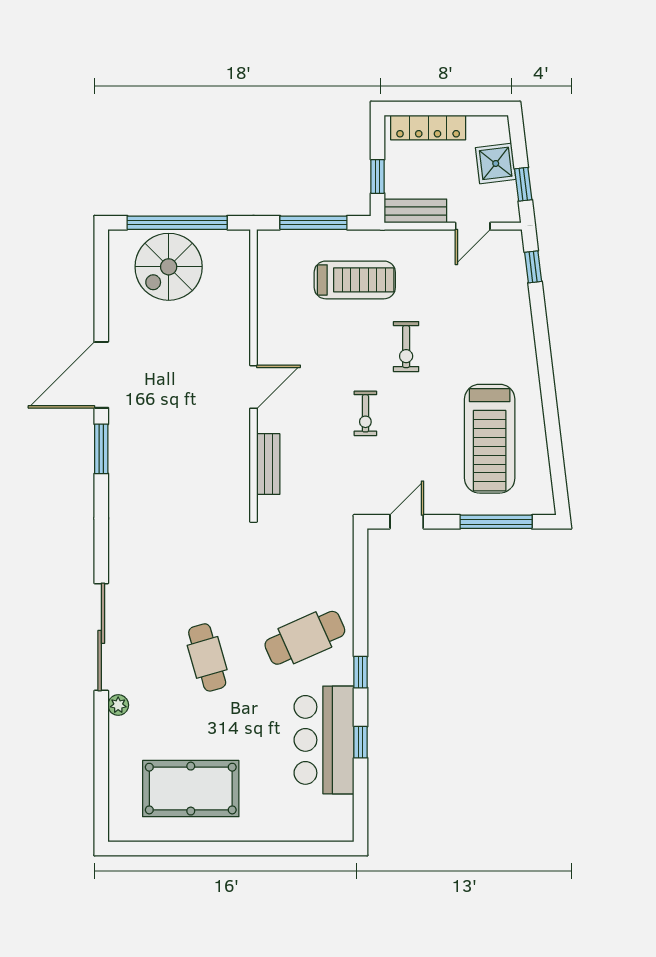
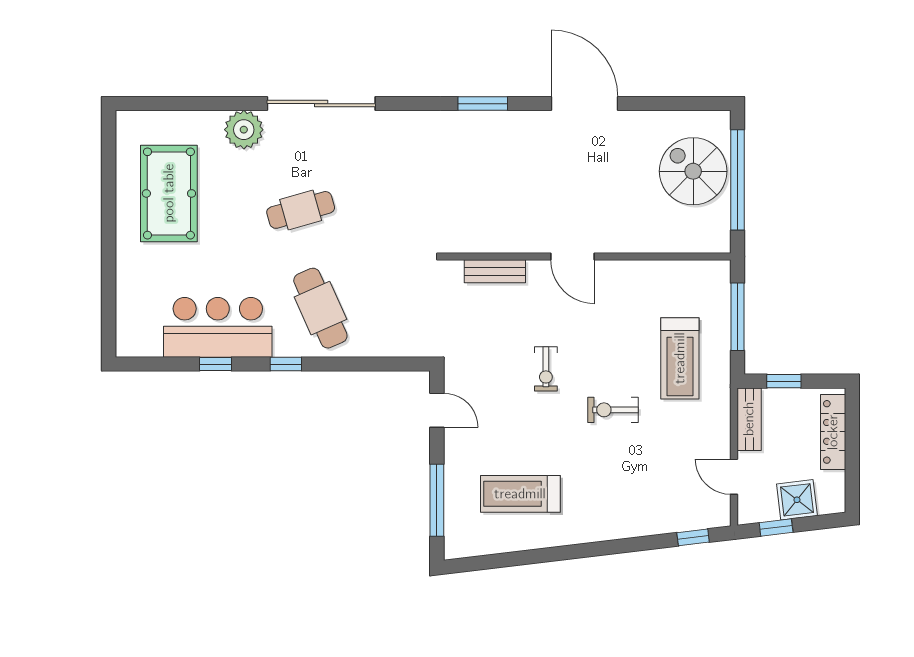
exercise bike: (365, 413) -> (546, 369), turned -90
treadmill: (490, 439) -> (520, 494), width x0.73, depth x0.73
window: (101, 449) -> (483, 104), moved
plant: (118, 705) -> (244, 130), width x1.88, depth x1.88

